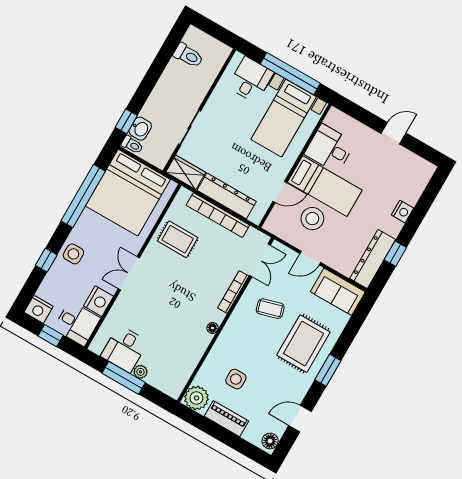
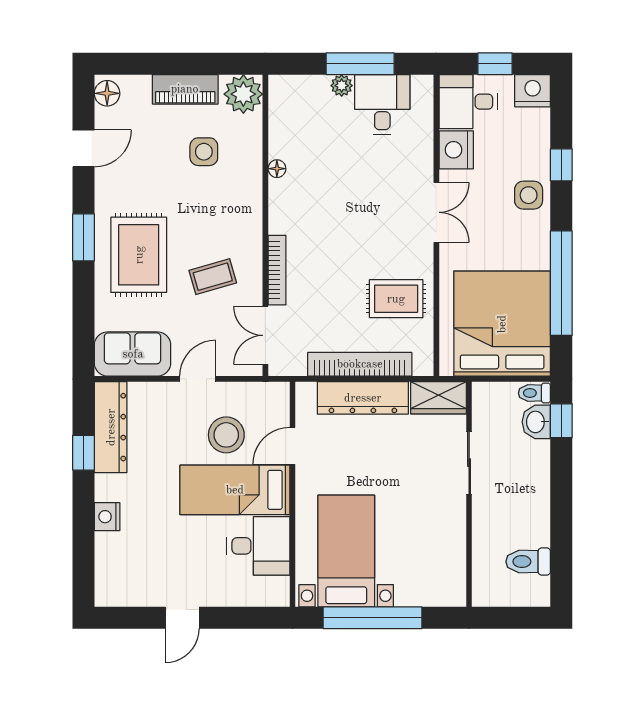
desk: (251, 80) -> (423, 578), removed
floor lamp: (213, 328) -> (277, 169), moved

